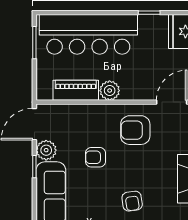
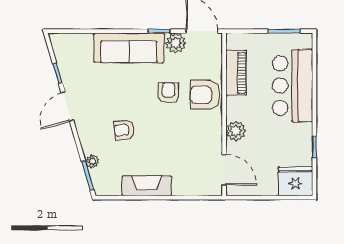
bar counter: (88, 34) -> (293, 86), width x0.73
plant: (110, 91) -> (236, 131), moved
armchair: (135, 130) -> (205, 95), moved, turned -90

